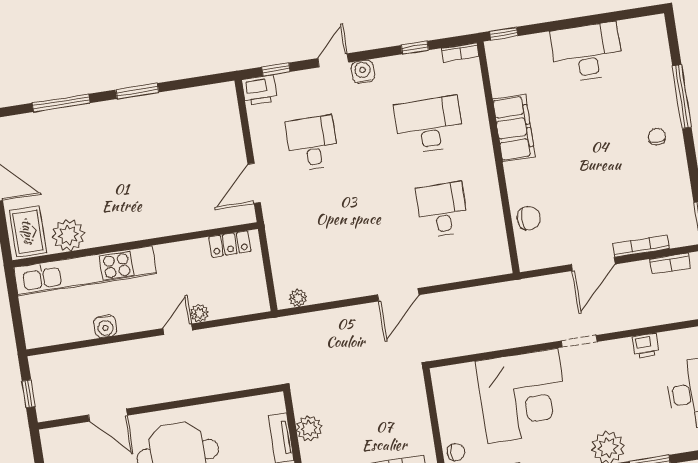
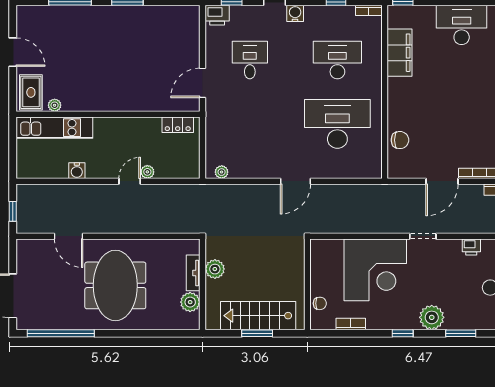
filing cabinet: (514, 128) -> (399, 53), moved
desk: (442, 210) -> (337, 124), width x1.87, depth x1.30
plant: (68, 235) -> (55, 105), width x0.53, depth x0.53
kitchen unit: (85, 271) -> (54, 128), width x0.73

